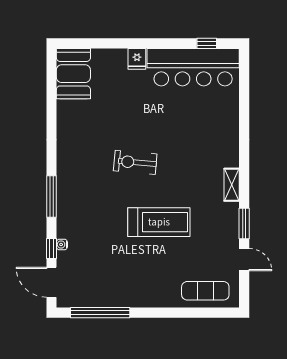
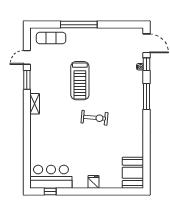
bar counter: (193, 67) -> (51, 177), width x0.73
treadmill: (159, 222) -> (80, 81), turned -90
door: (244, 260) -> (27, 57), hinge flipped
window: (100, 313) -> (79, 25), moved

